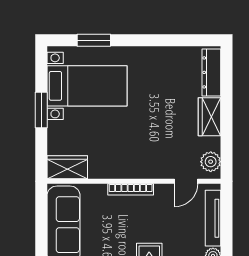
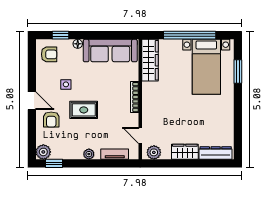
window: (41, 110) -> (190, 35), width x2.11
wardrobe: (67, 167) -> (150, 60), width x1.50
tv unit: (213, 218) -> (115, 154), width x0.71

